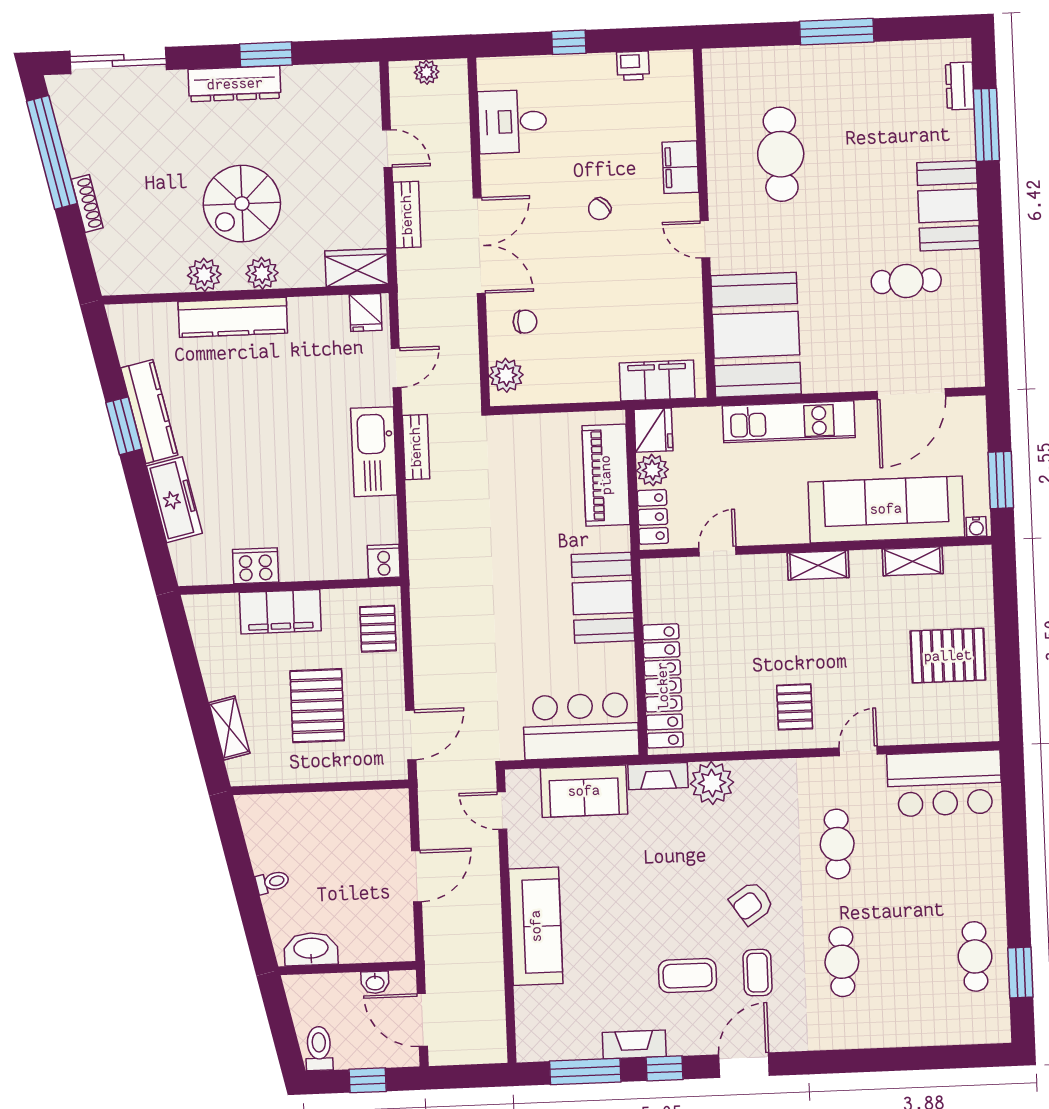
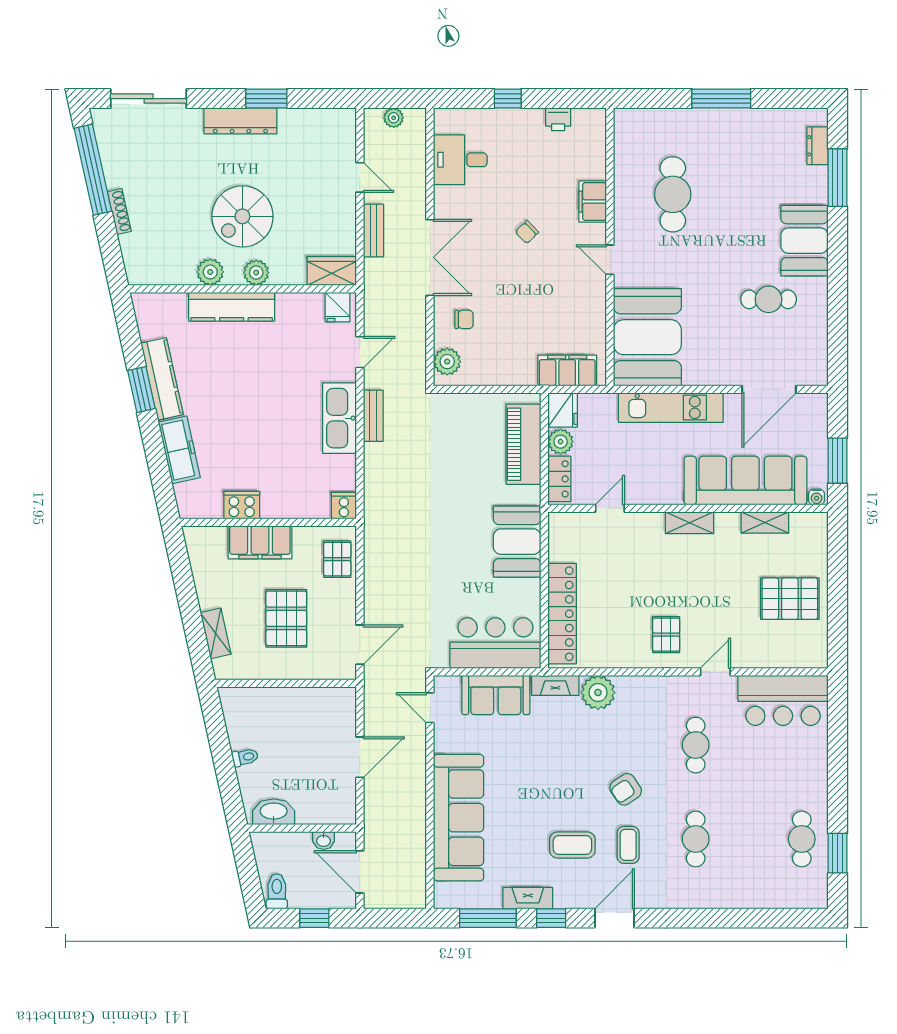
sofa: (536, 926) -> (459, 818), width x1.36, depth x1.27

